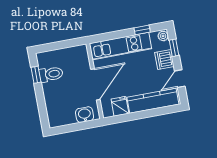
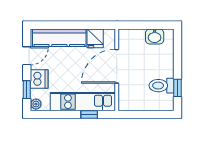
window: (142, 30) -> (89, 114), moved
washbasin: (85, 115) -> (155, 36), moved

